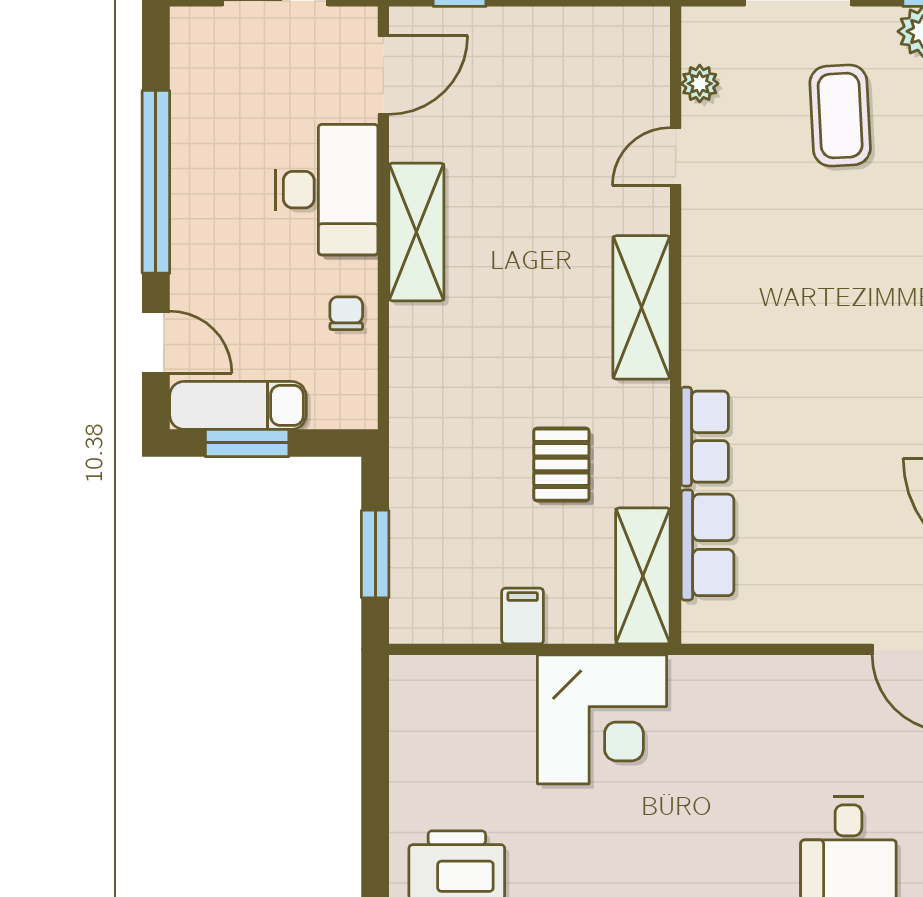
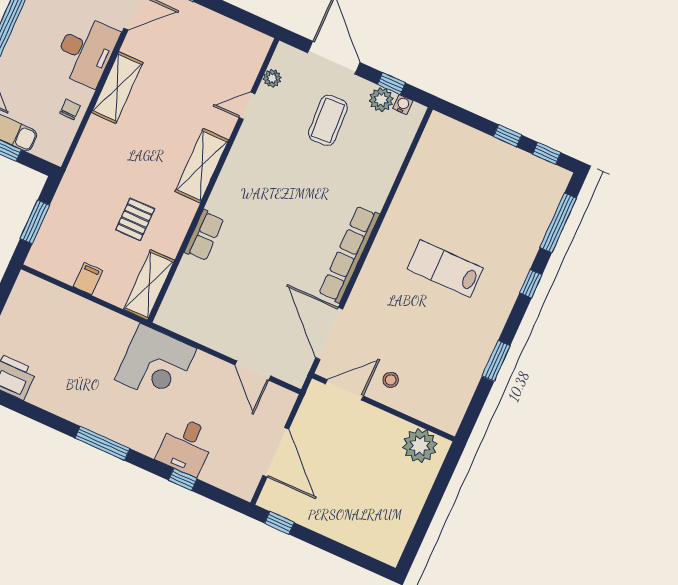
row of seats: (707, 545) -> (184, 284), removed
corner desk: (602, 719) -> (156, 364), moved

